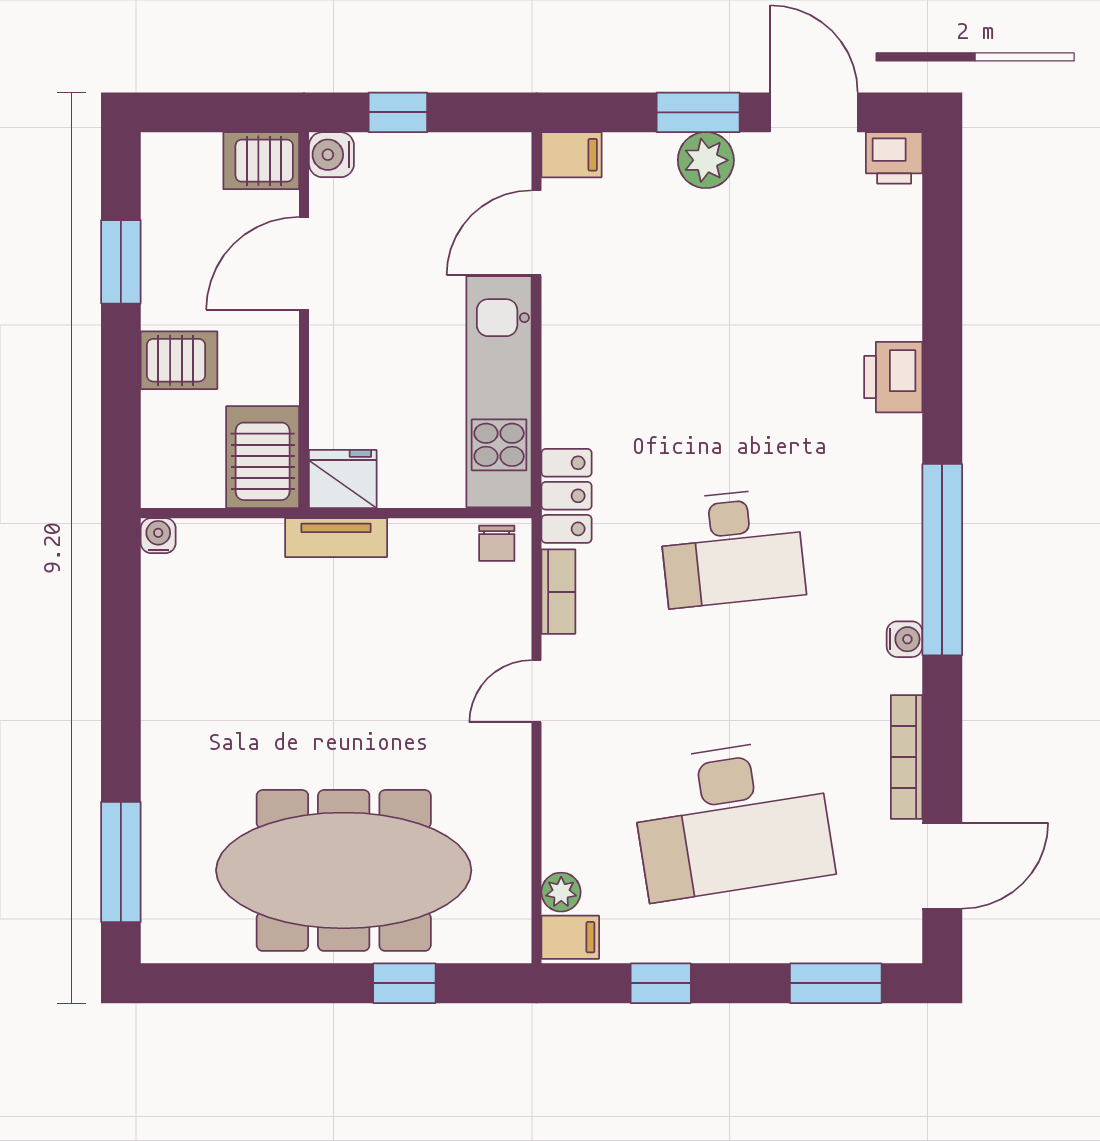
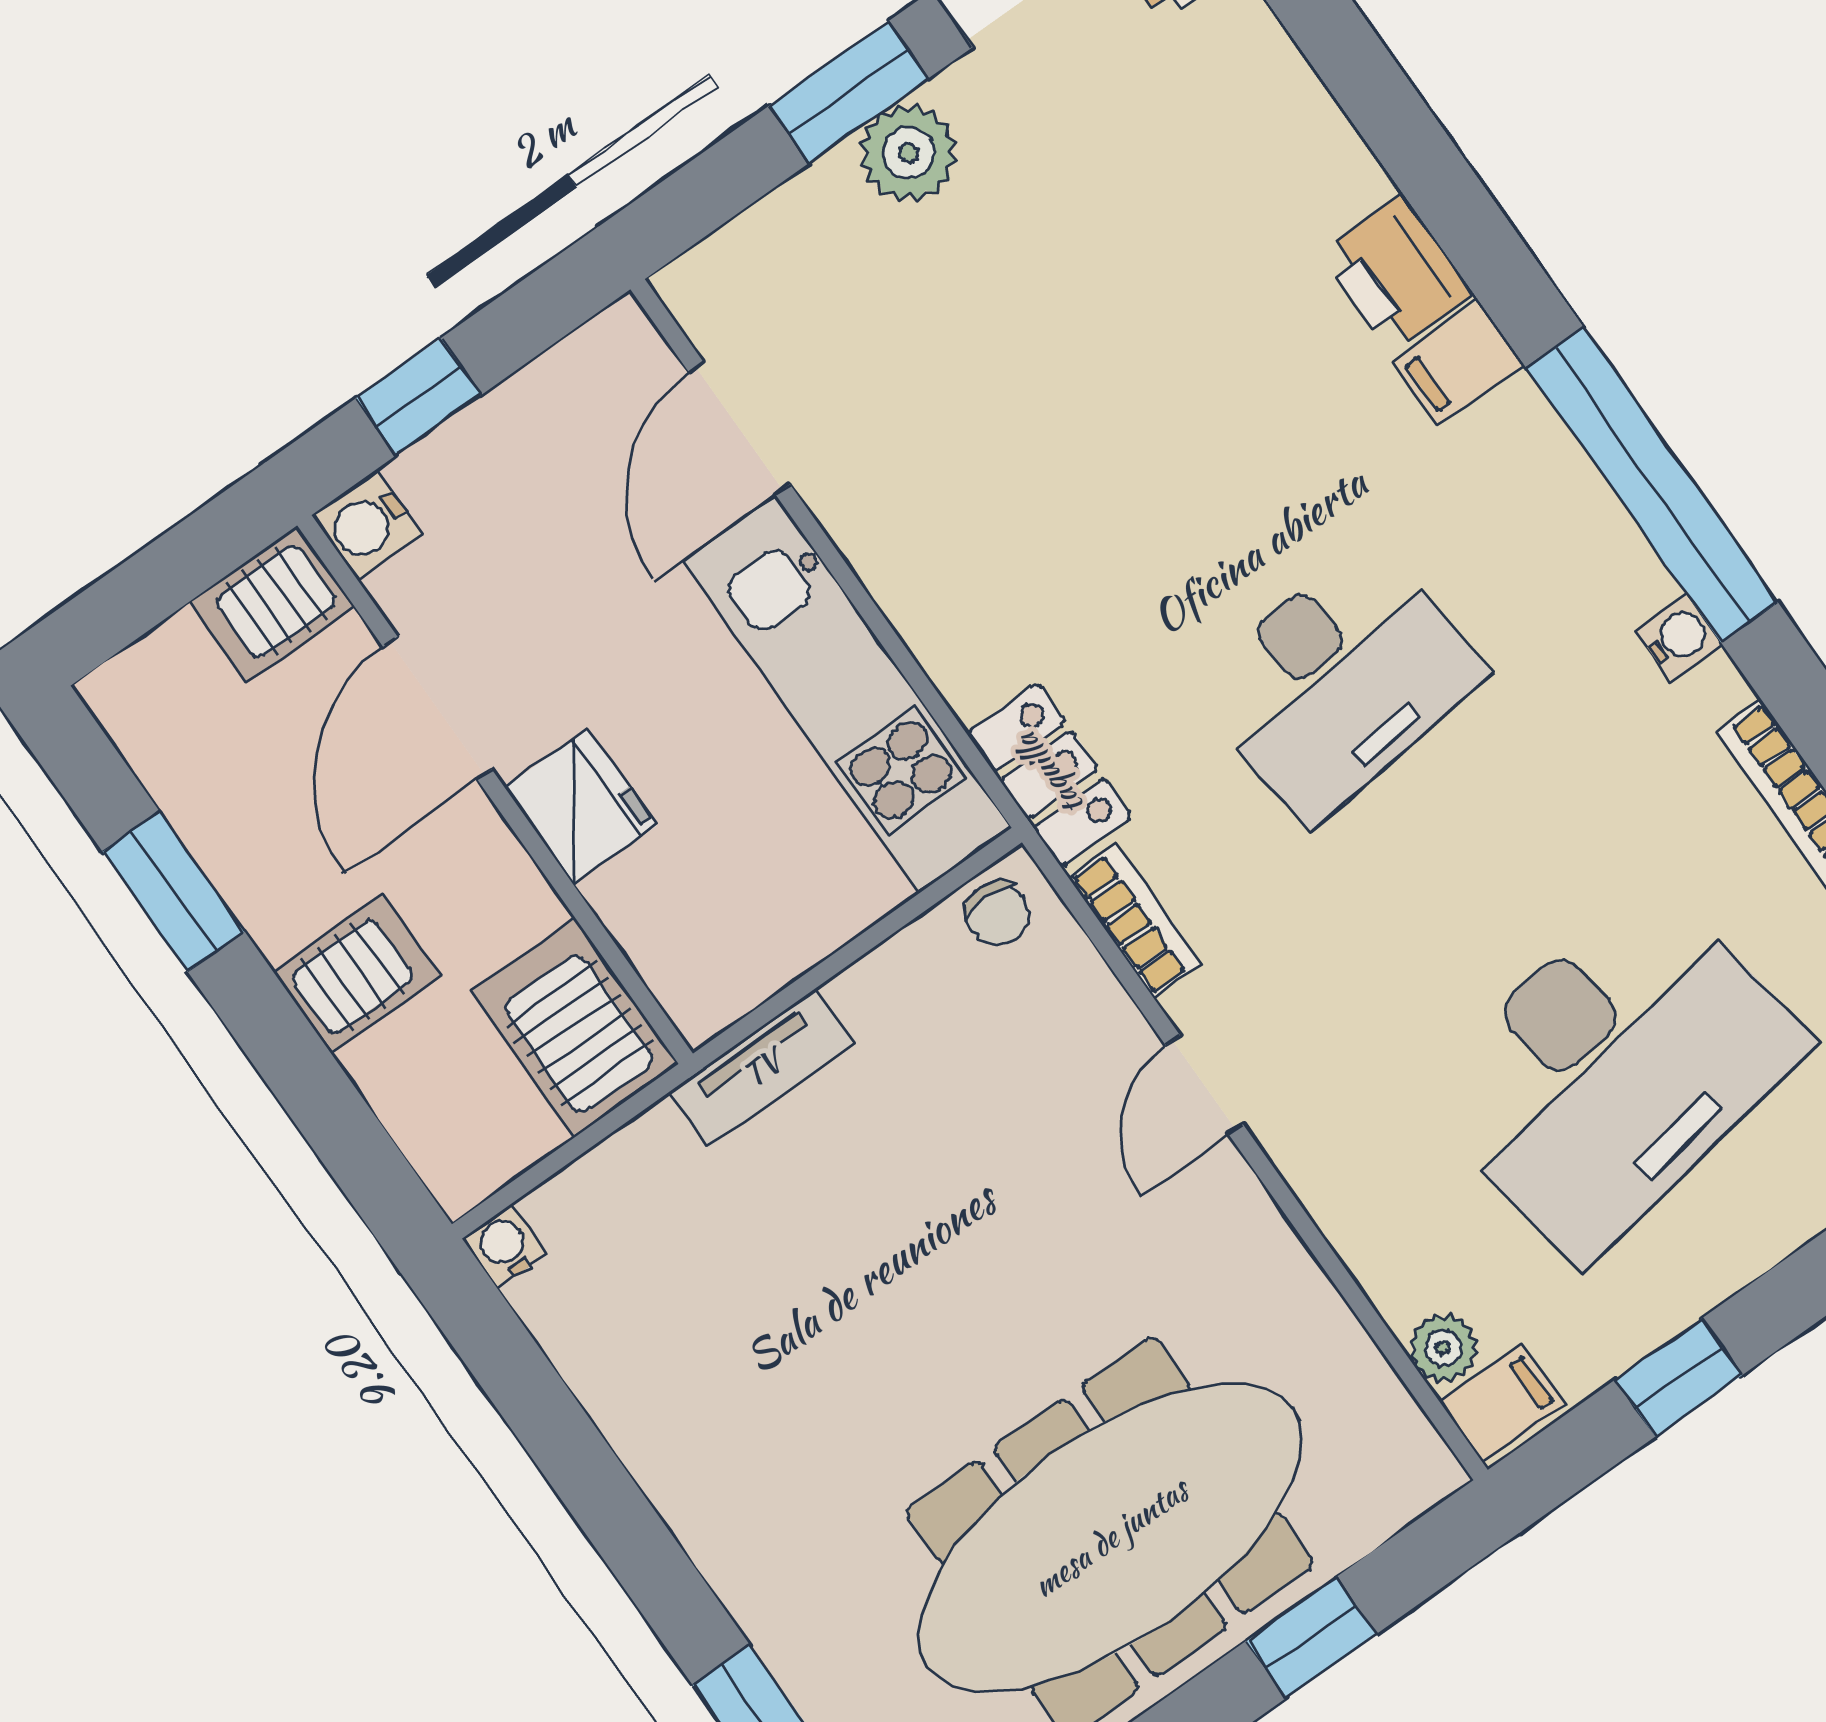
filing cabinet: (572, 155) -> (1458, 363), moved, turned 180
fridge: (343, 479) -> (581, 807), moved, turned 90

